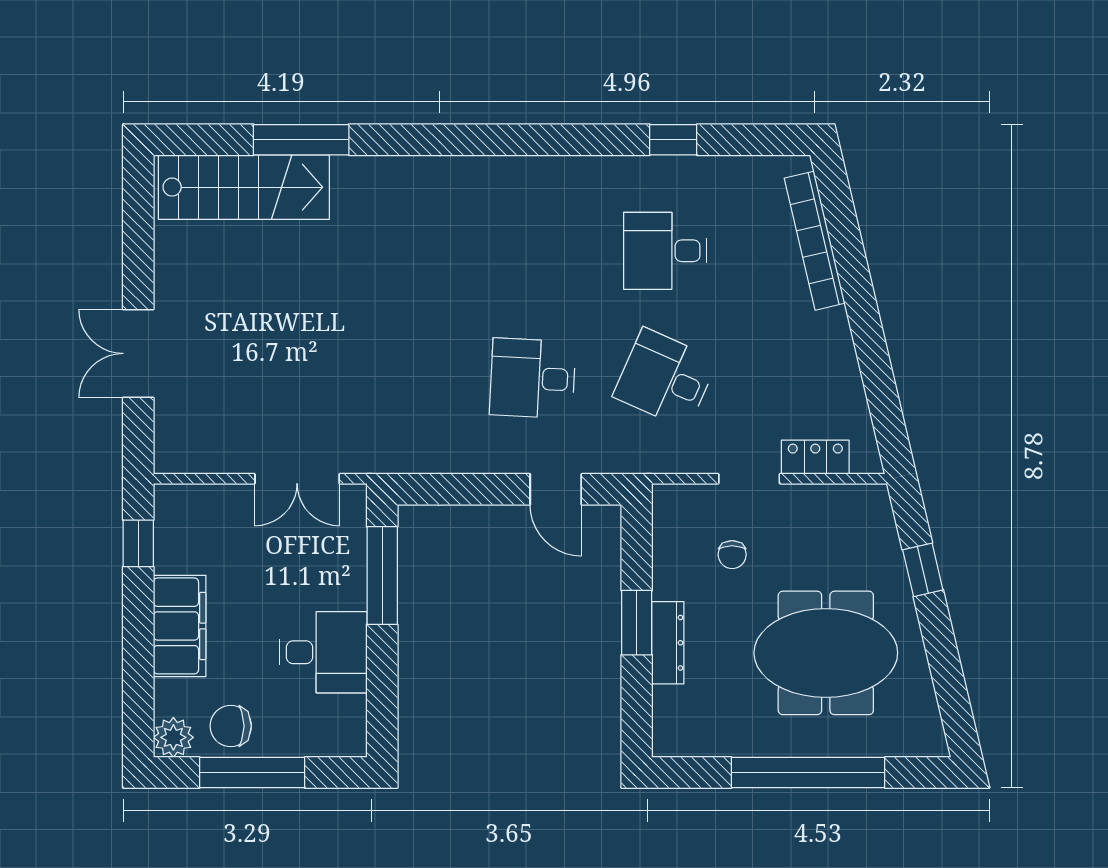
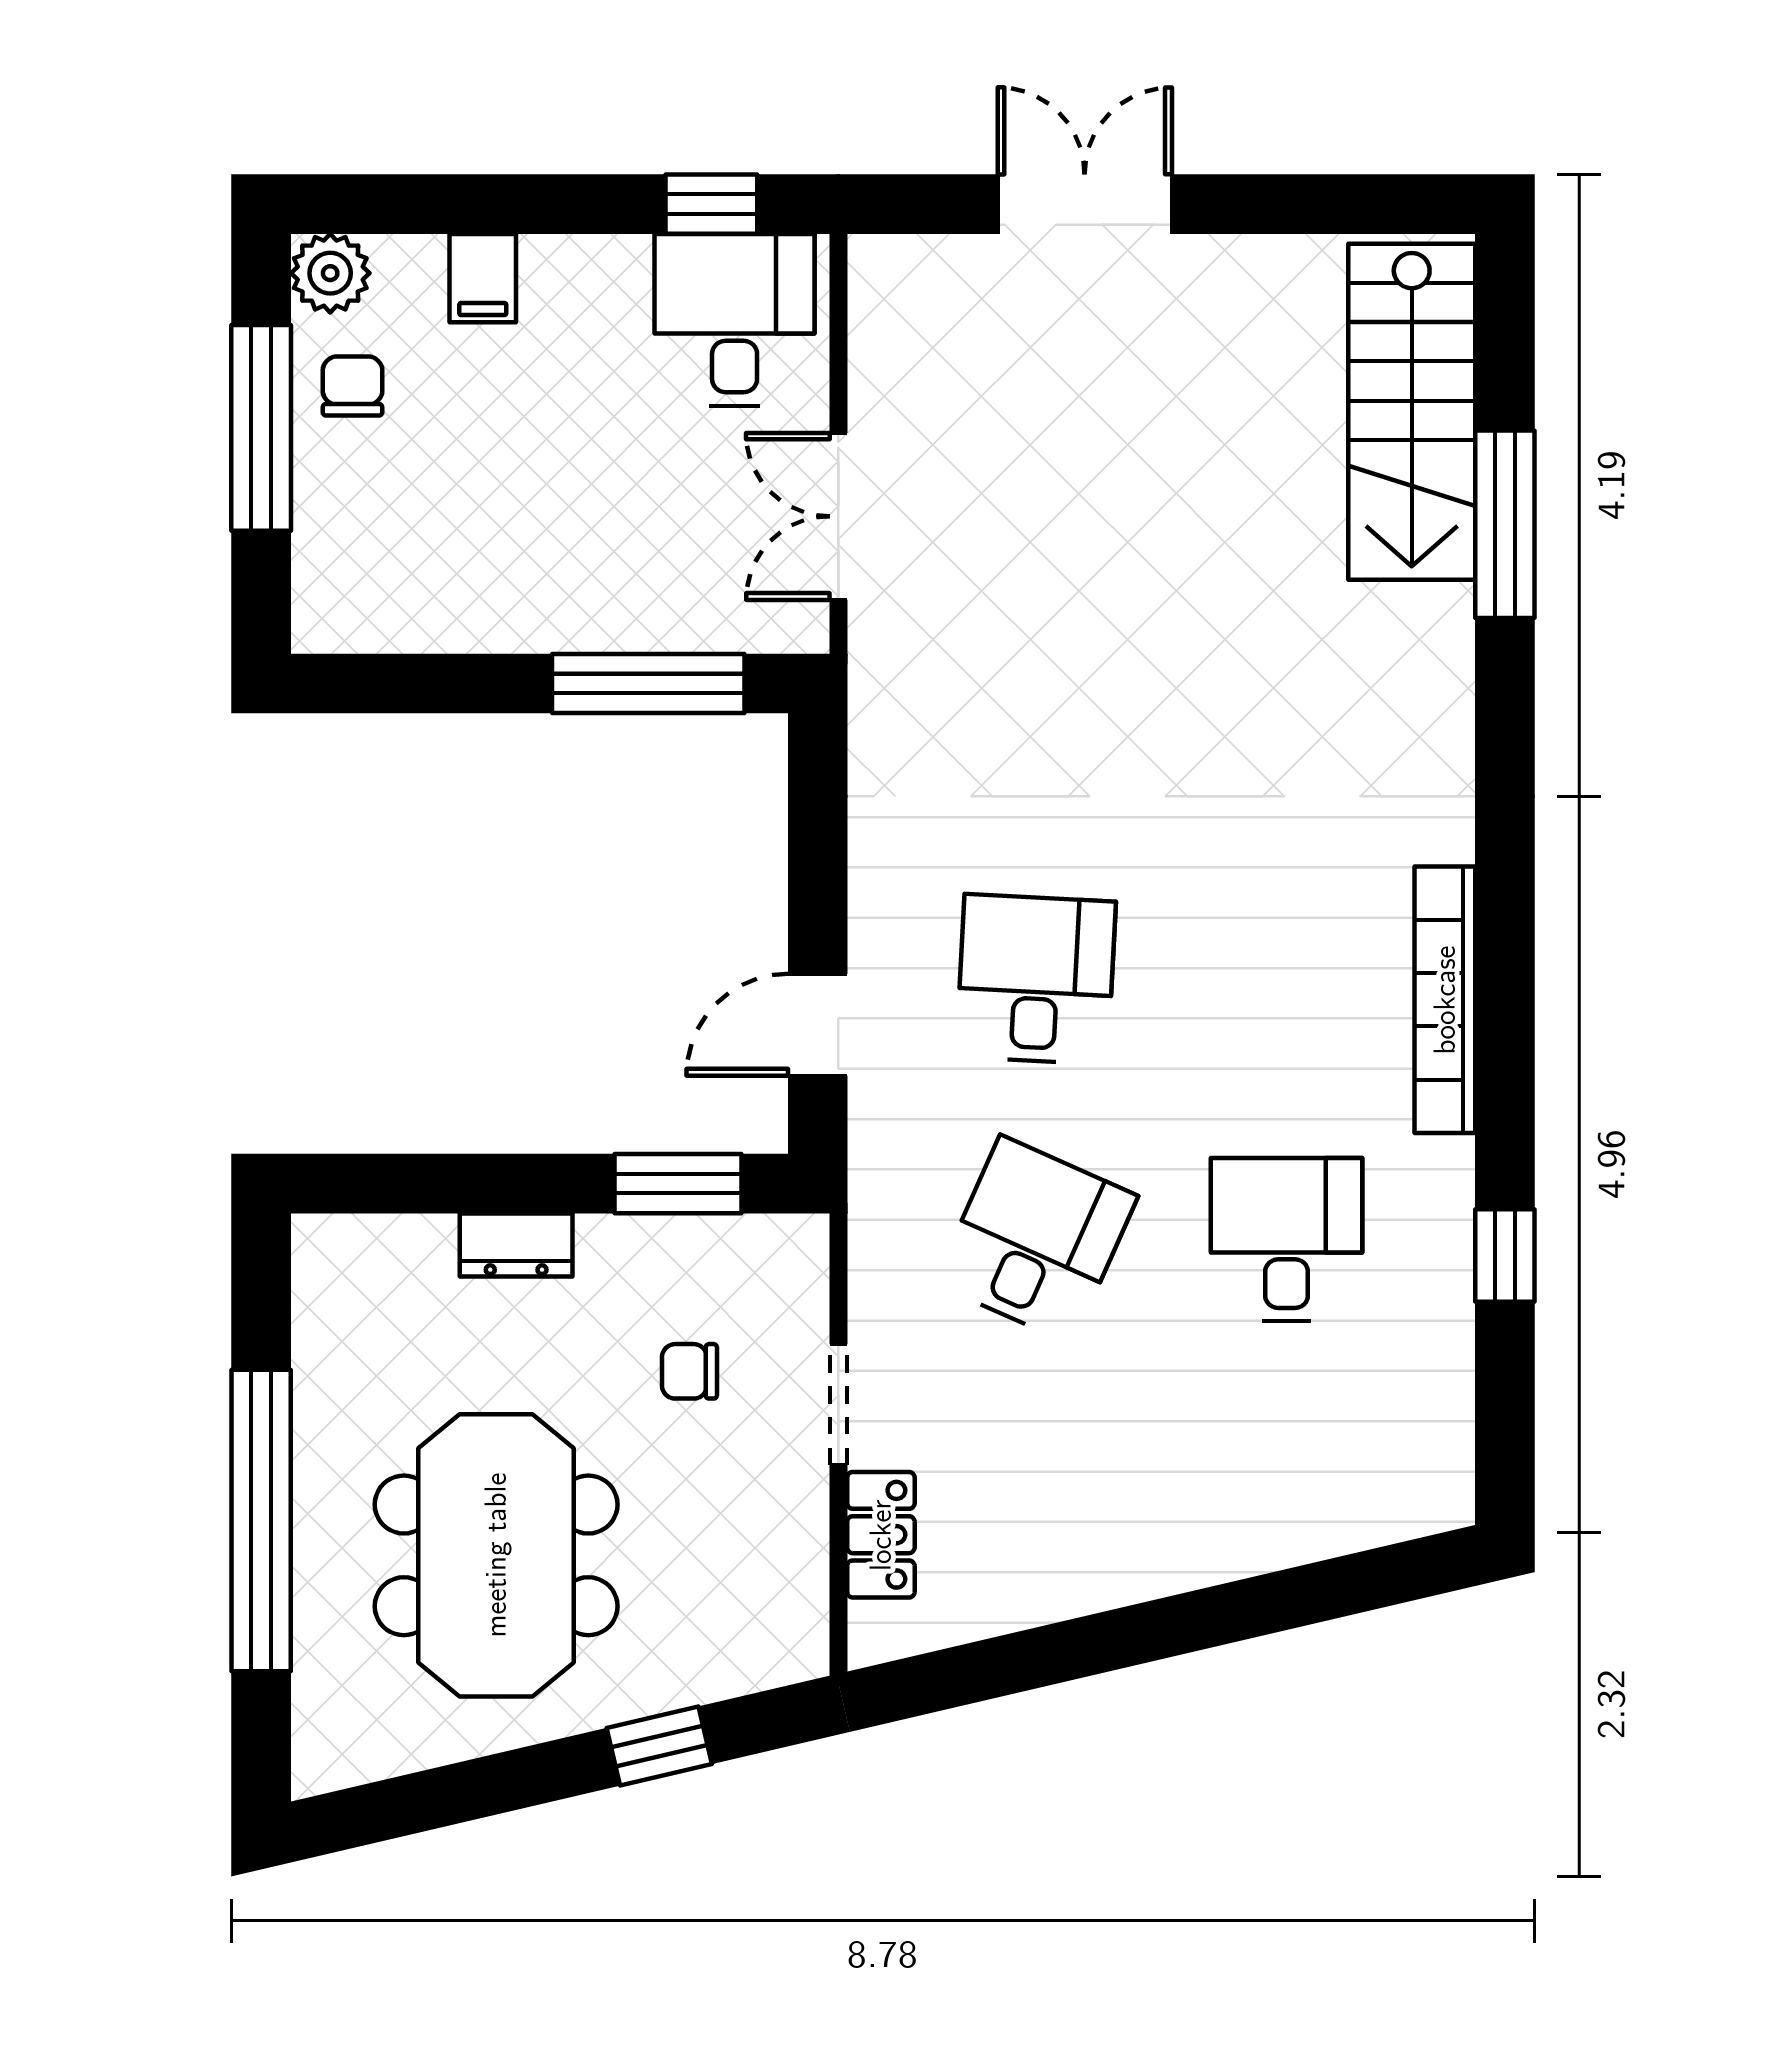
bookcase: (815, 241) -> (1445, 1000), moved, turned -77
window: (637, 623) -> (678, 1184), moved
filing cabinet: (180, 626) -> (483, 278), width x0.33, depth x0.86
dresser: (668, 643) -> (516, 1245), width x0.70
desk: (323, 652) -> (735, 320), moved, turned 180
chair: (231, 726) -> (353, 386), width x0.73, depth x0.73

